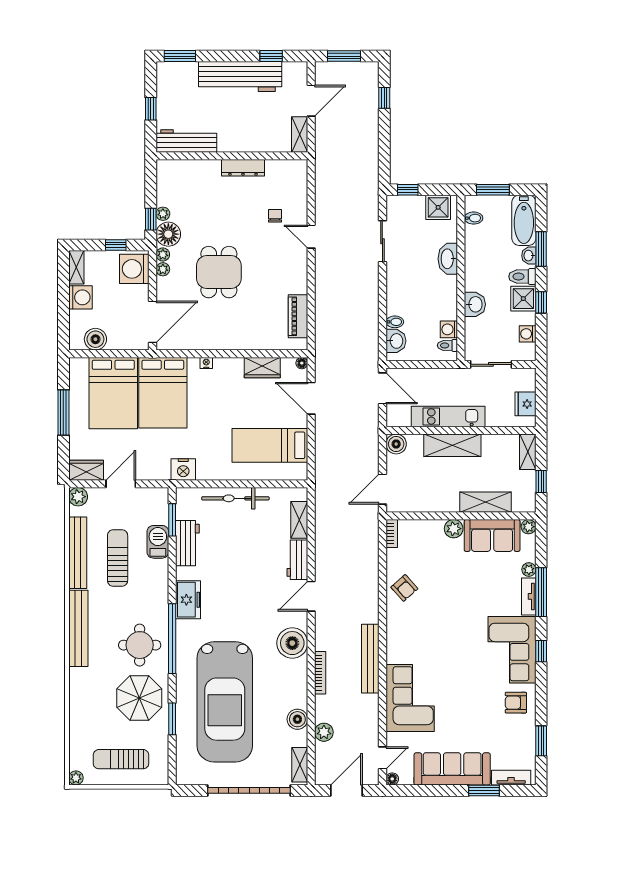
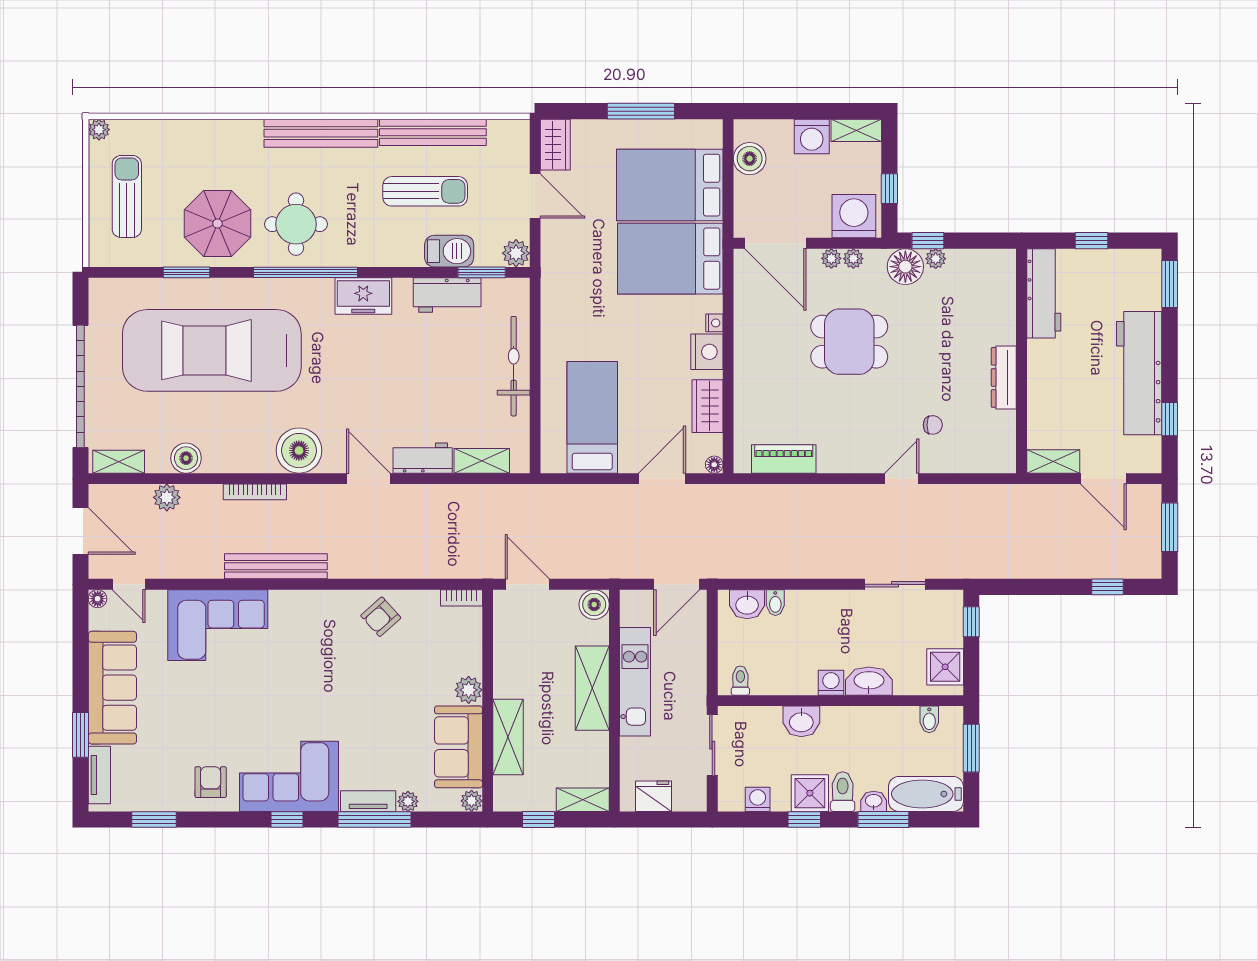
plant: (163, 254) -> (831, 258), moved
washing machine: (449, 329) -> (831, 683), moved
nightstand: (183, 469) -> (707, 352), moved, turned 180
plant: (78, 497) -> (516, 253), moved

